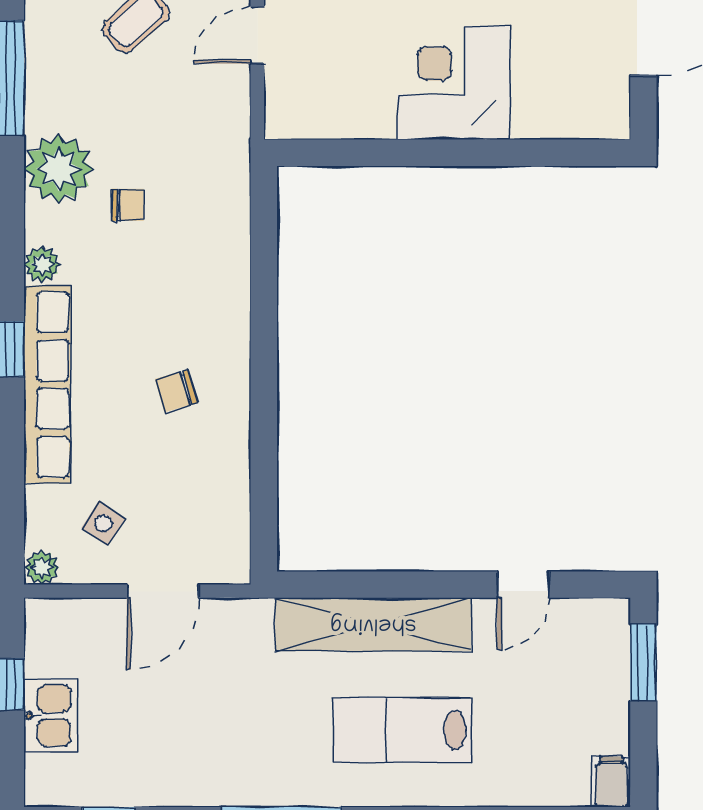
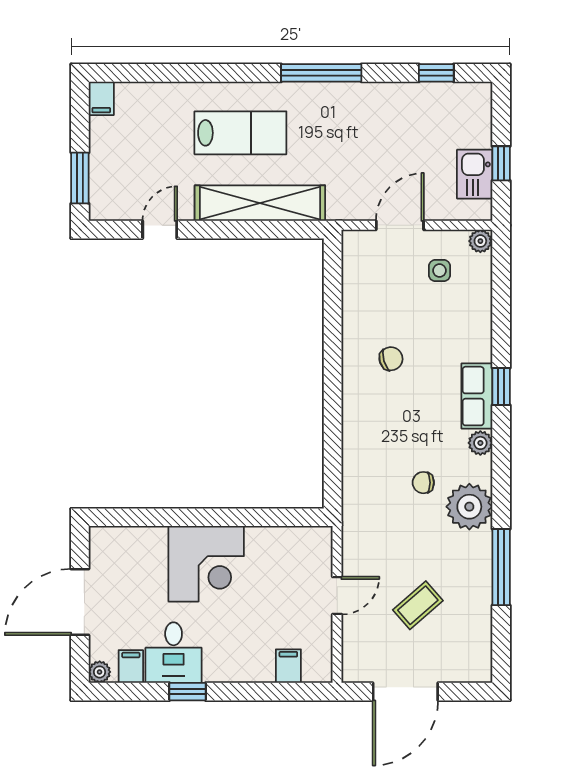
row of seats: (47, 385) -> (477, 396), width x0.50
side table: (103, 523) -> (439, 271), turned -33
kitchen sink: (50, 716) -> (475, 174), moved

